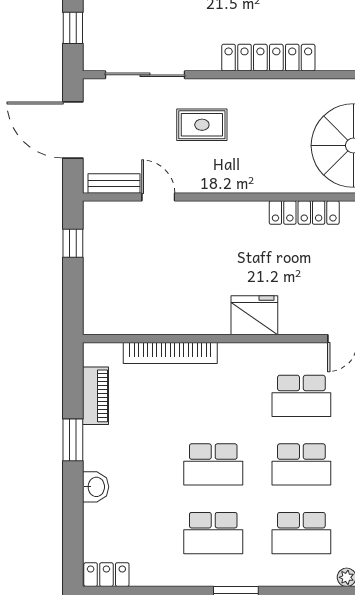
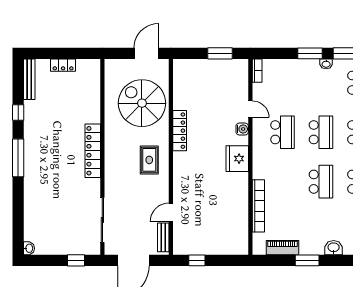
rug: (202, 125) -> (149, 160), moved
water cooler: (307, 324) -> (242, 129), added

